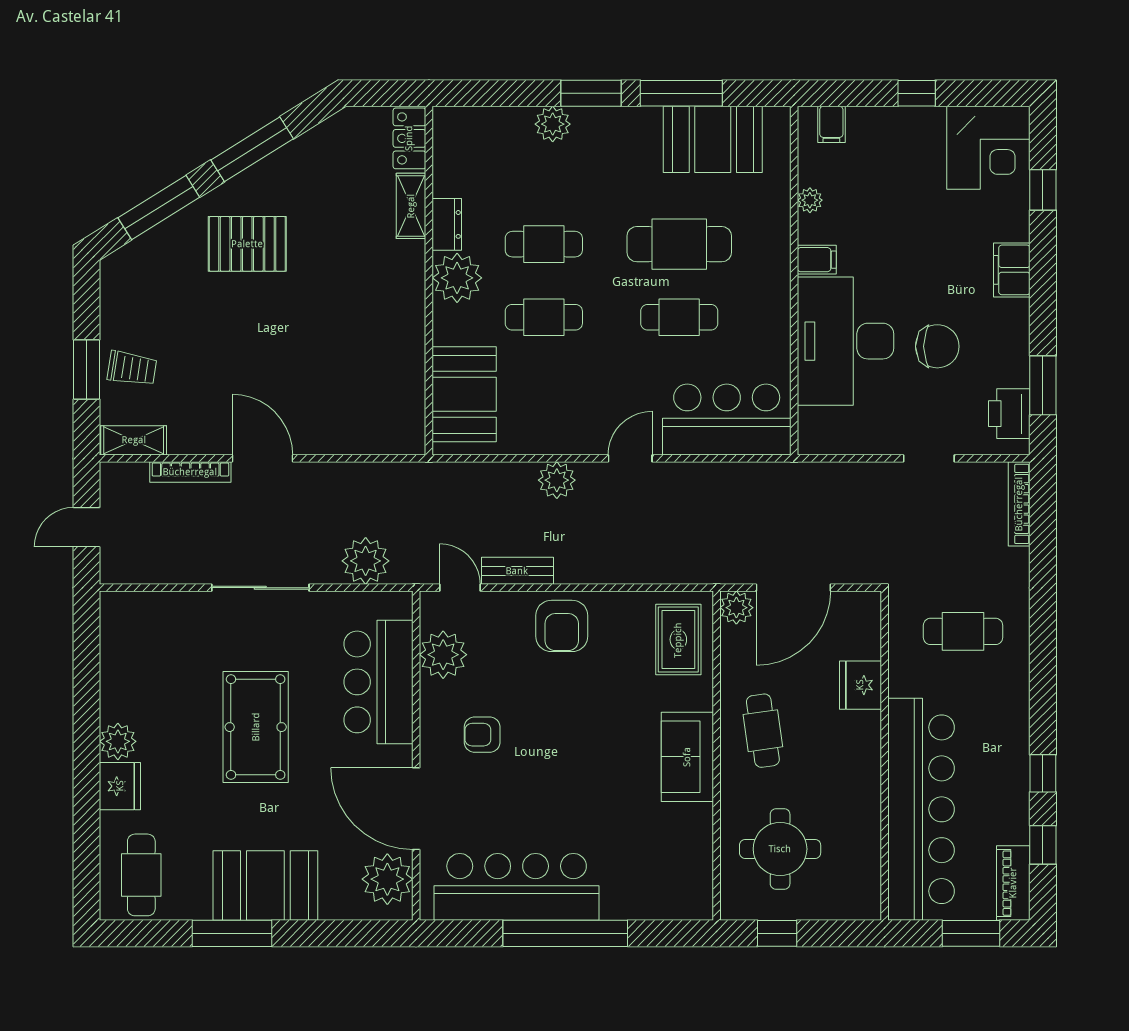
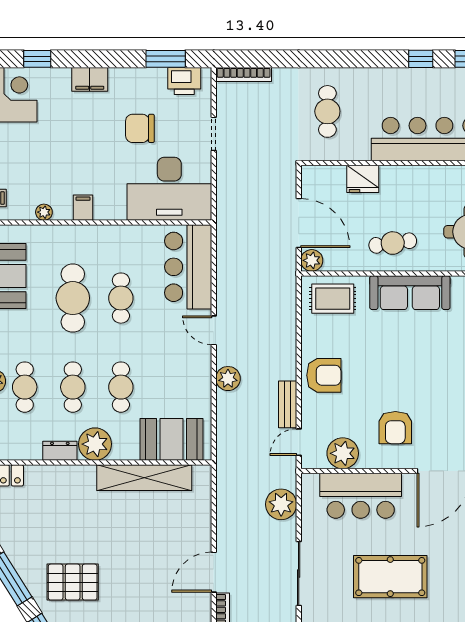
cafe table: (544, 171) -> (25, 387), added
shelving: (411, 206) -> (144, 478), moved, width x2.20, depth x1.33
pallet: (247, 244) -> (73, 582), turned 90
desk: (845, 341) -> (169, 189), moved
chair: (937, 346) -> (140, 128), turned -90
armchair: (482, 735) -> (395, 428), width x1.38, depth x1.38
sofa: (687, 757) -> (410, 293), width x1.36

